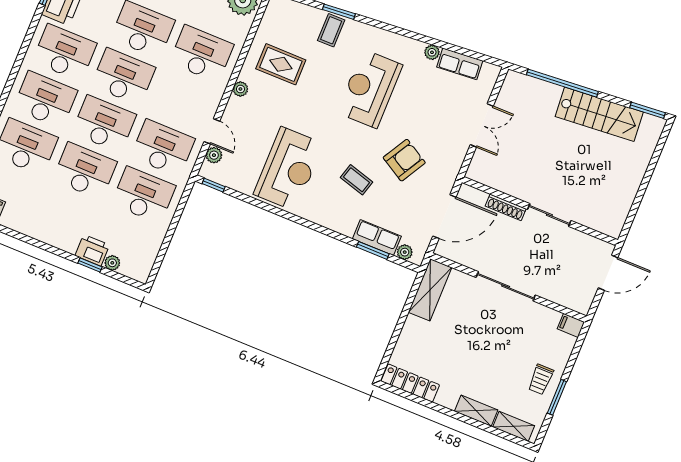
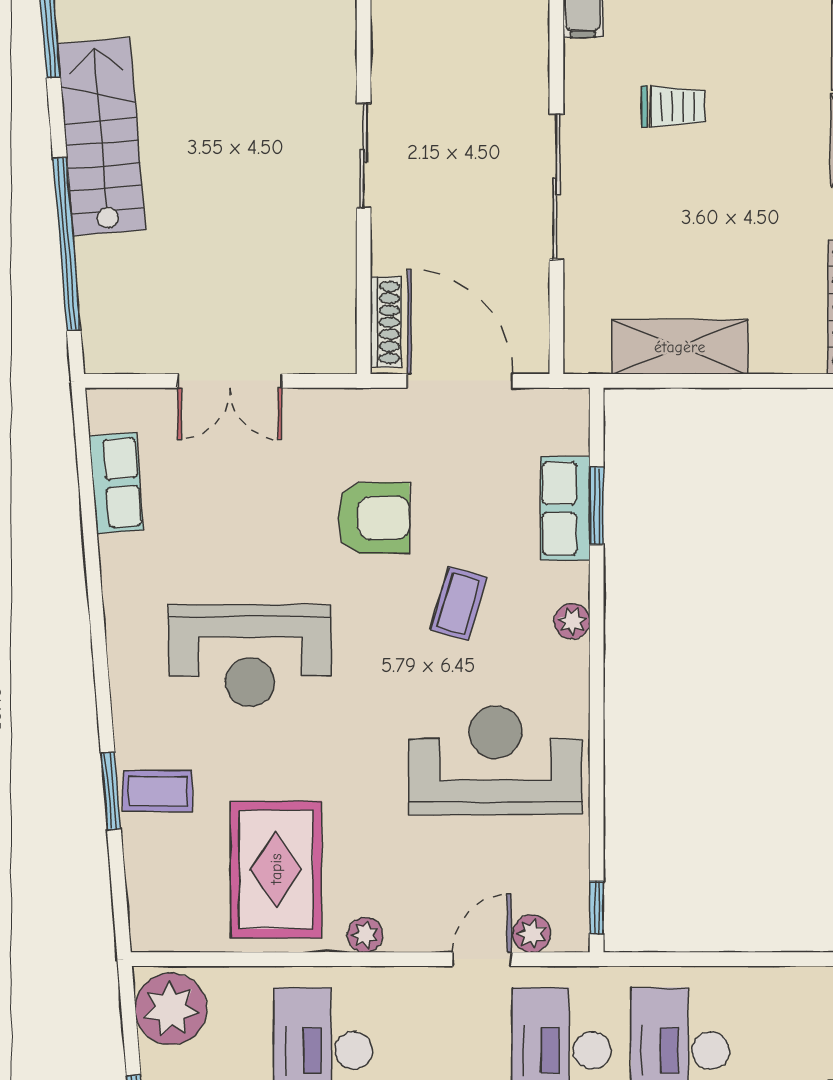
plant: (432, 52) -> (116, 553), removed
rug: (281, 64) -> (276, 869), width x1.36, depth x1.43
double door: (482, 125) -> (230, 381), swing flipped
armchair: (404, 160) -> (374, 518), turned 150
shoe rack: (506, 207) -> (386, 322), moved
plant: (405, 252) -> (572, 621), moved
shelving: (430, 290) -> (680, 347), moved
trolley: (541, 379) -> (673, 106), moved

